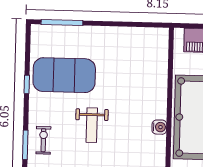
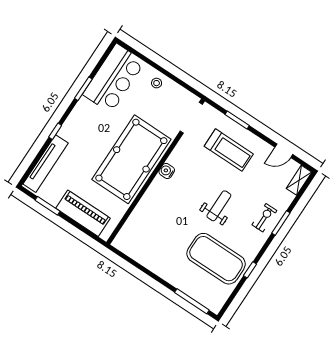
exercise bike: (43, 140) -> (264, 218), turned 180

